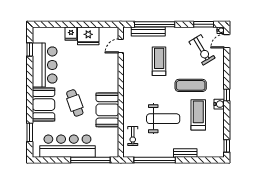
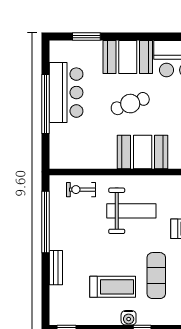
booth: (107, 110) -> (143, 152), moved
weight bench: (163, 119) -> (131, 211), moved, turned -90
bar counter: (67, 146) -> (66, 93), width x0.73
window: (90, 160) -> (45, 104), moved

